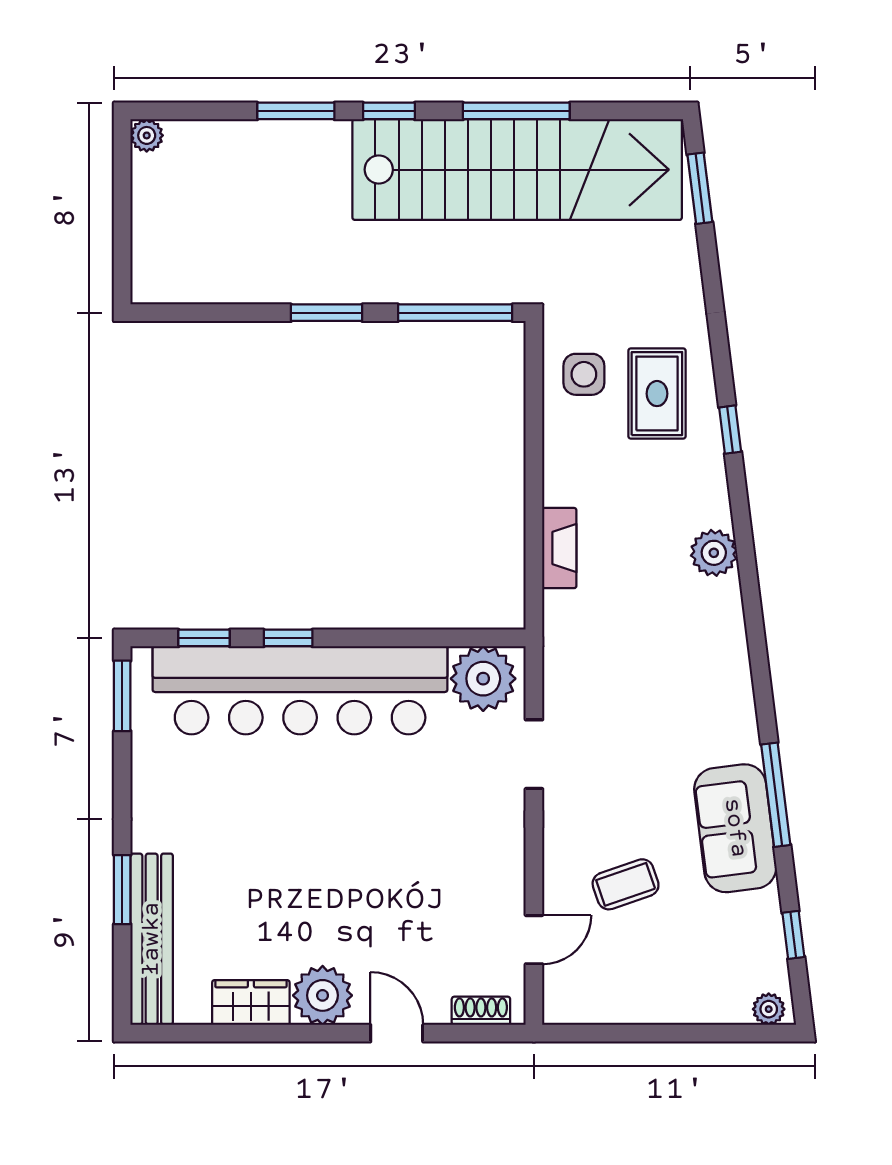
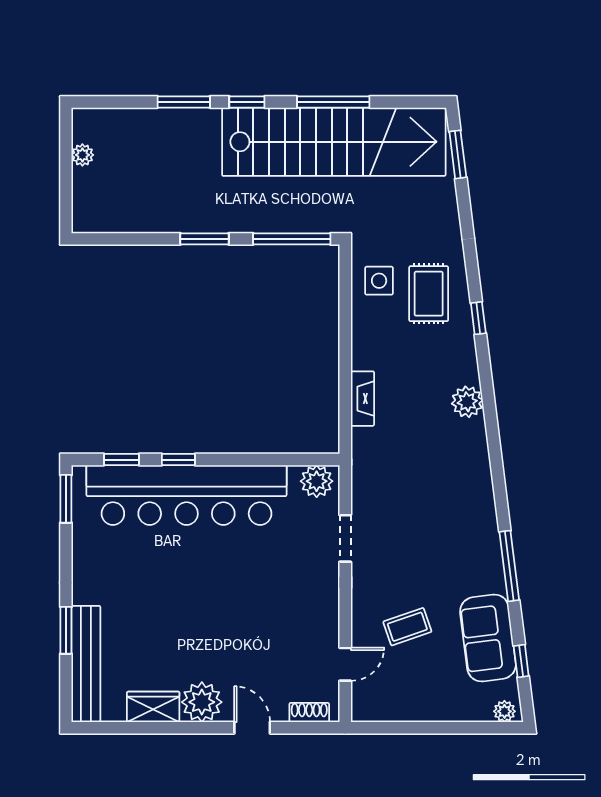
plant: (147, 135) -> (82, 155), moved
plant: (483, 679) -> (317, 481), width x0.73, depth x0.73
sofa: (735, 828) -> (488, 638), moved

